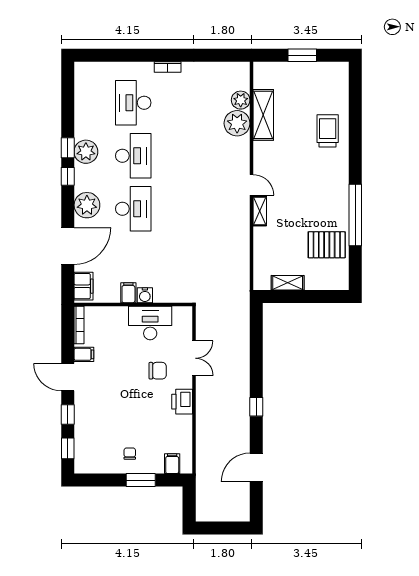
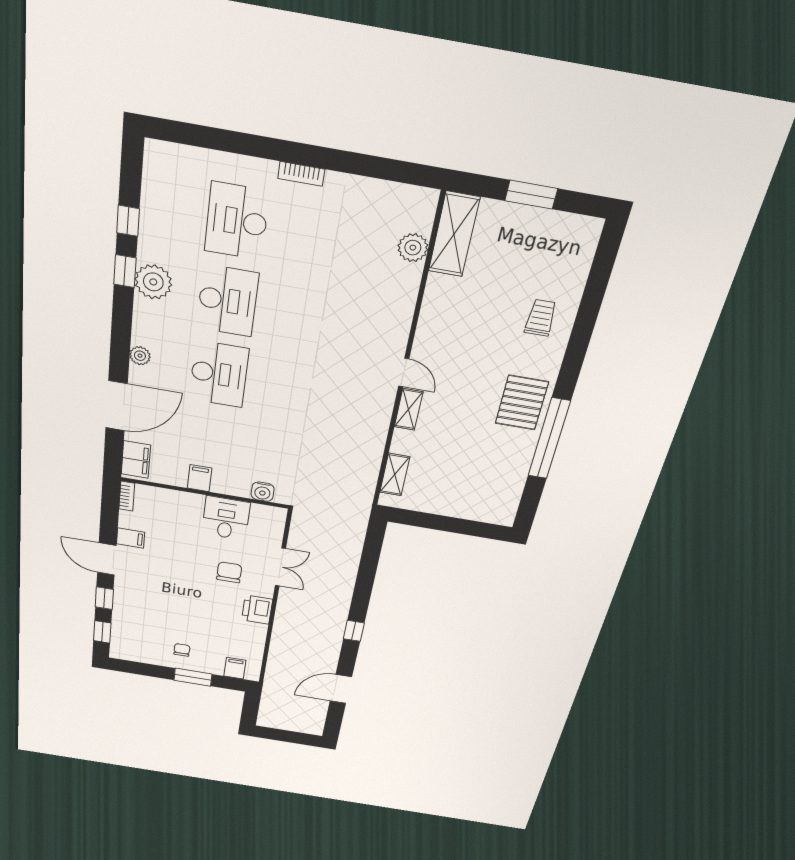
shelving: (263, 115) -> (454, 234), moved
plant: (237, 123) -> (400, 282), removed
trolley: (328, 131) -> (541, 318), width x0.73, depth x0.72
window: (68, 176) -> (128, 221), moved
plant: (87, 205) -> (140, 356), width x0.53, depth x0.53
pallet: (327, 245) -> (522, 403), moved, turned 90
shelving: (288, 283) -> (395, 475), moved, turned 90
water cooler: (145, 295) -> (263, 492), moved
desk: (150, 323) -> (226, 518), width x0.73
bookcase: (79, 325) -> (127, 496), width x0.64
chair: (158, 371) -> (229, 572), turned -90

